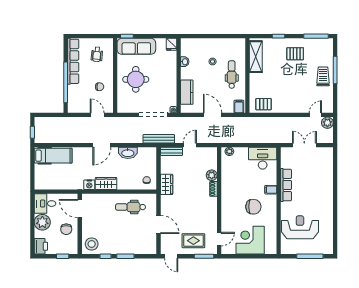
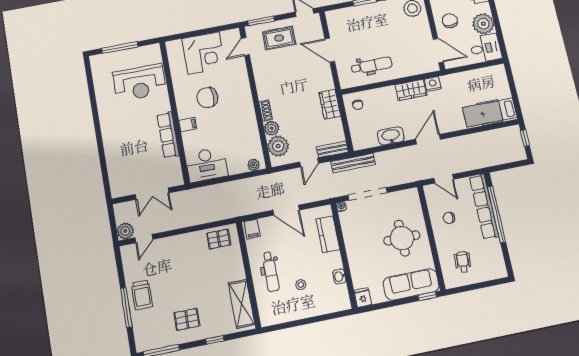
row of seats: (73, 61) -> (484, 207), moved
plant: (209, 161) -> (278, 146), added

